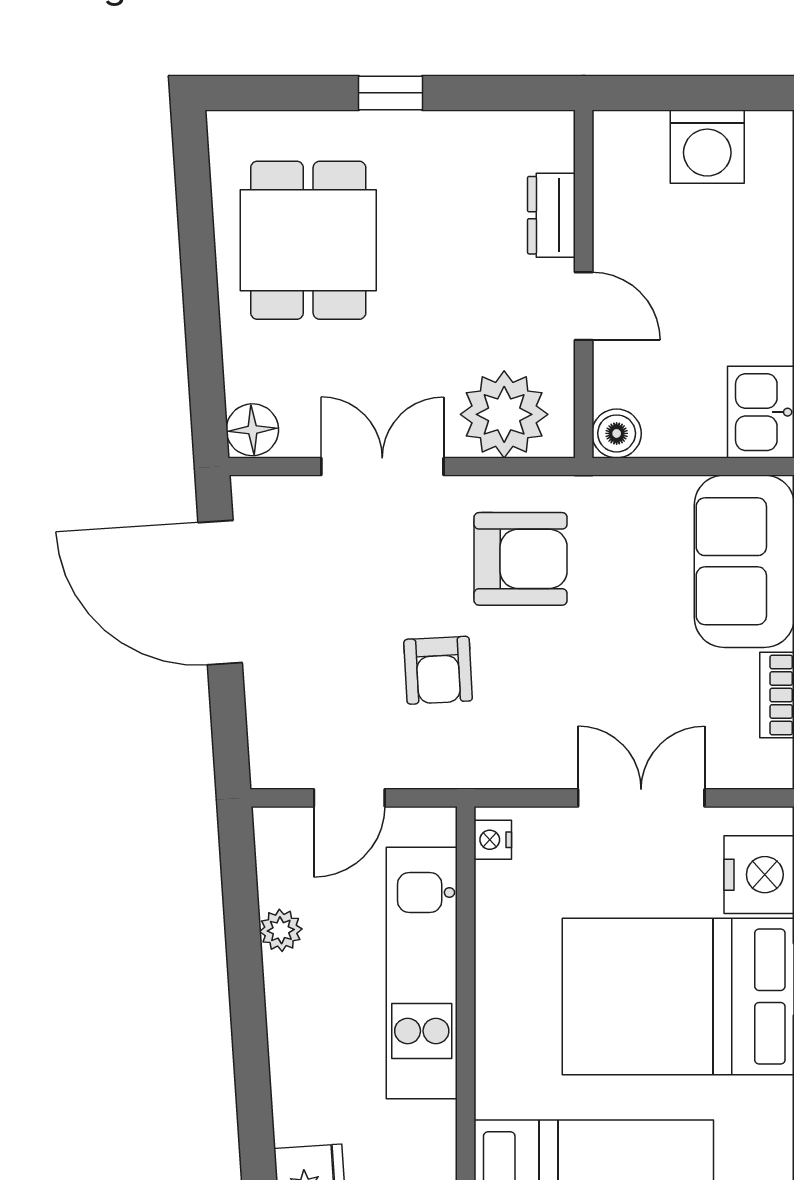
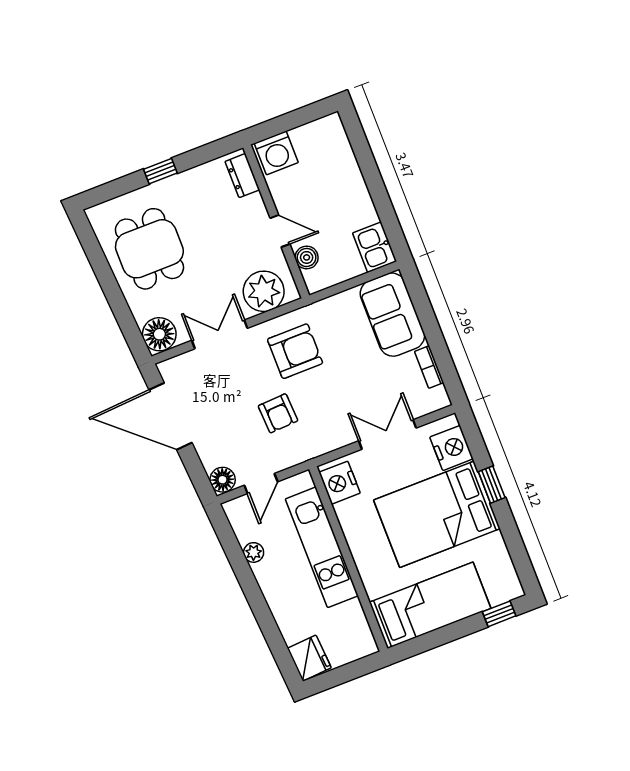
washing machine: (707, 147) -> (276, 153), moved
dresser: (551, 215) -> (242, 176), moved
floor lamp: (252, 430) -> (159, 334), width x1.38, depth x1.38
boiler: (617, 433) -> (307, 257), moved
floor lamp: (275, 760) -> (223, 480), added
nightstand: (493, 840) -> (340, 483), width x1.89, depth x1.79

